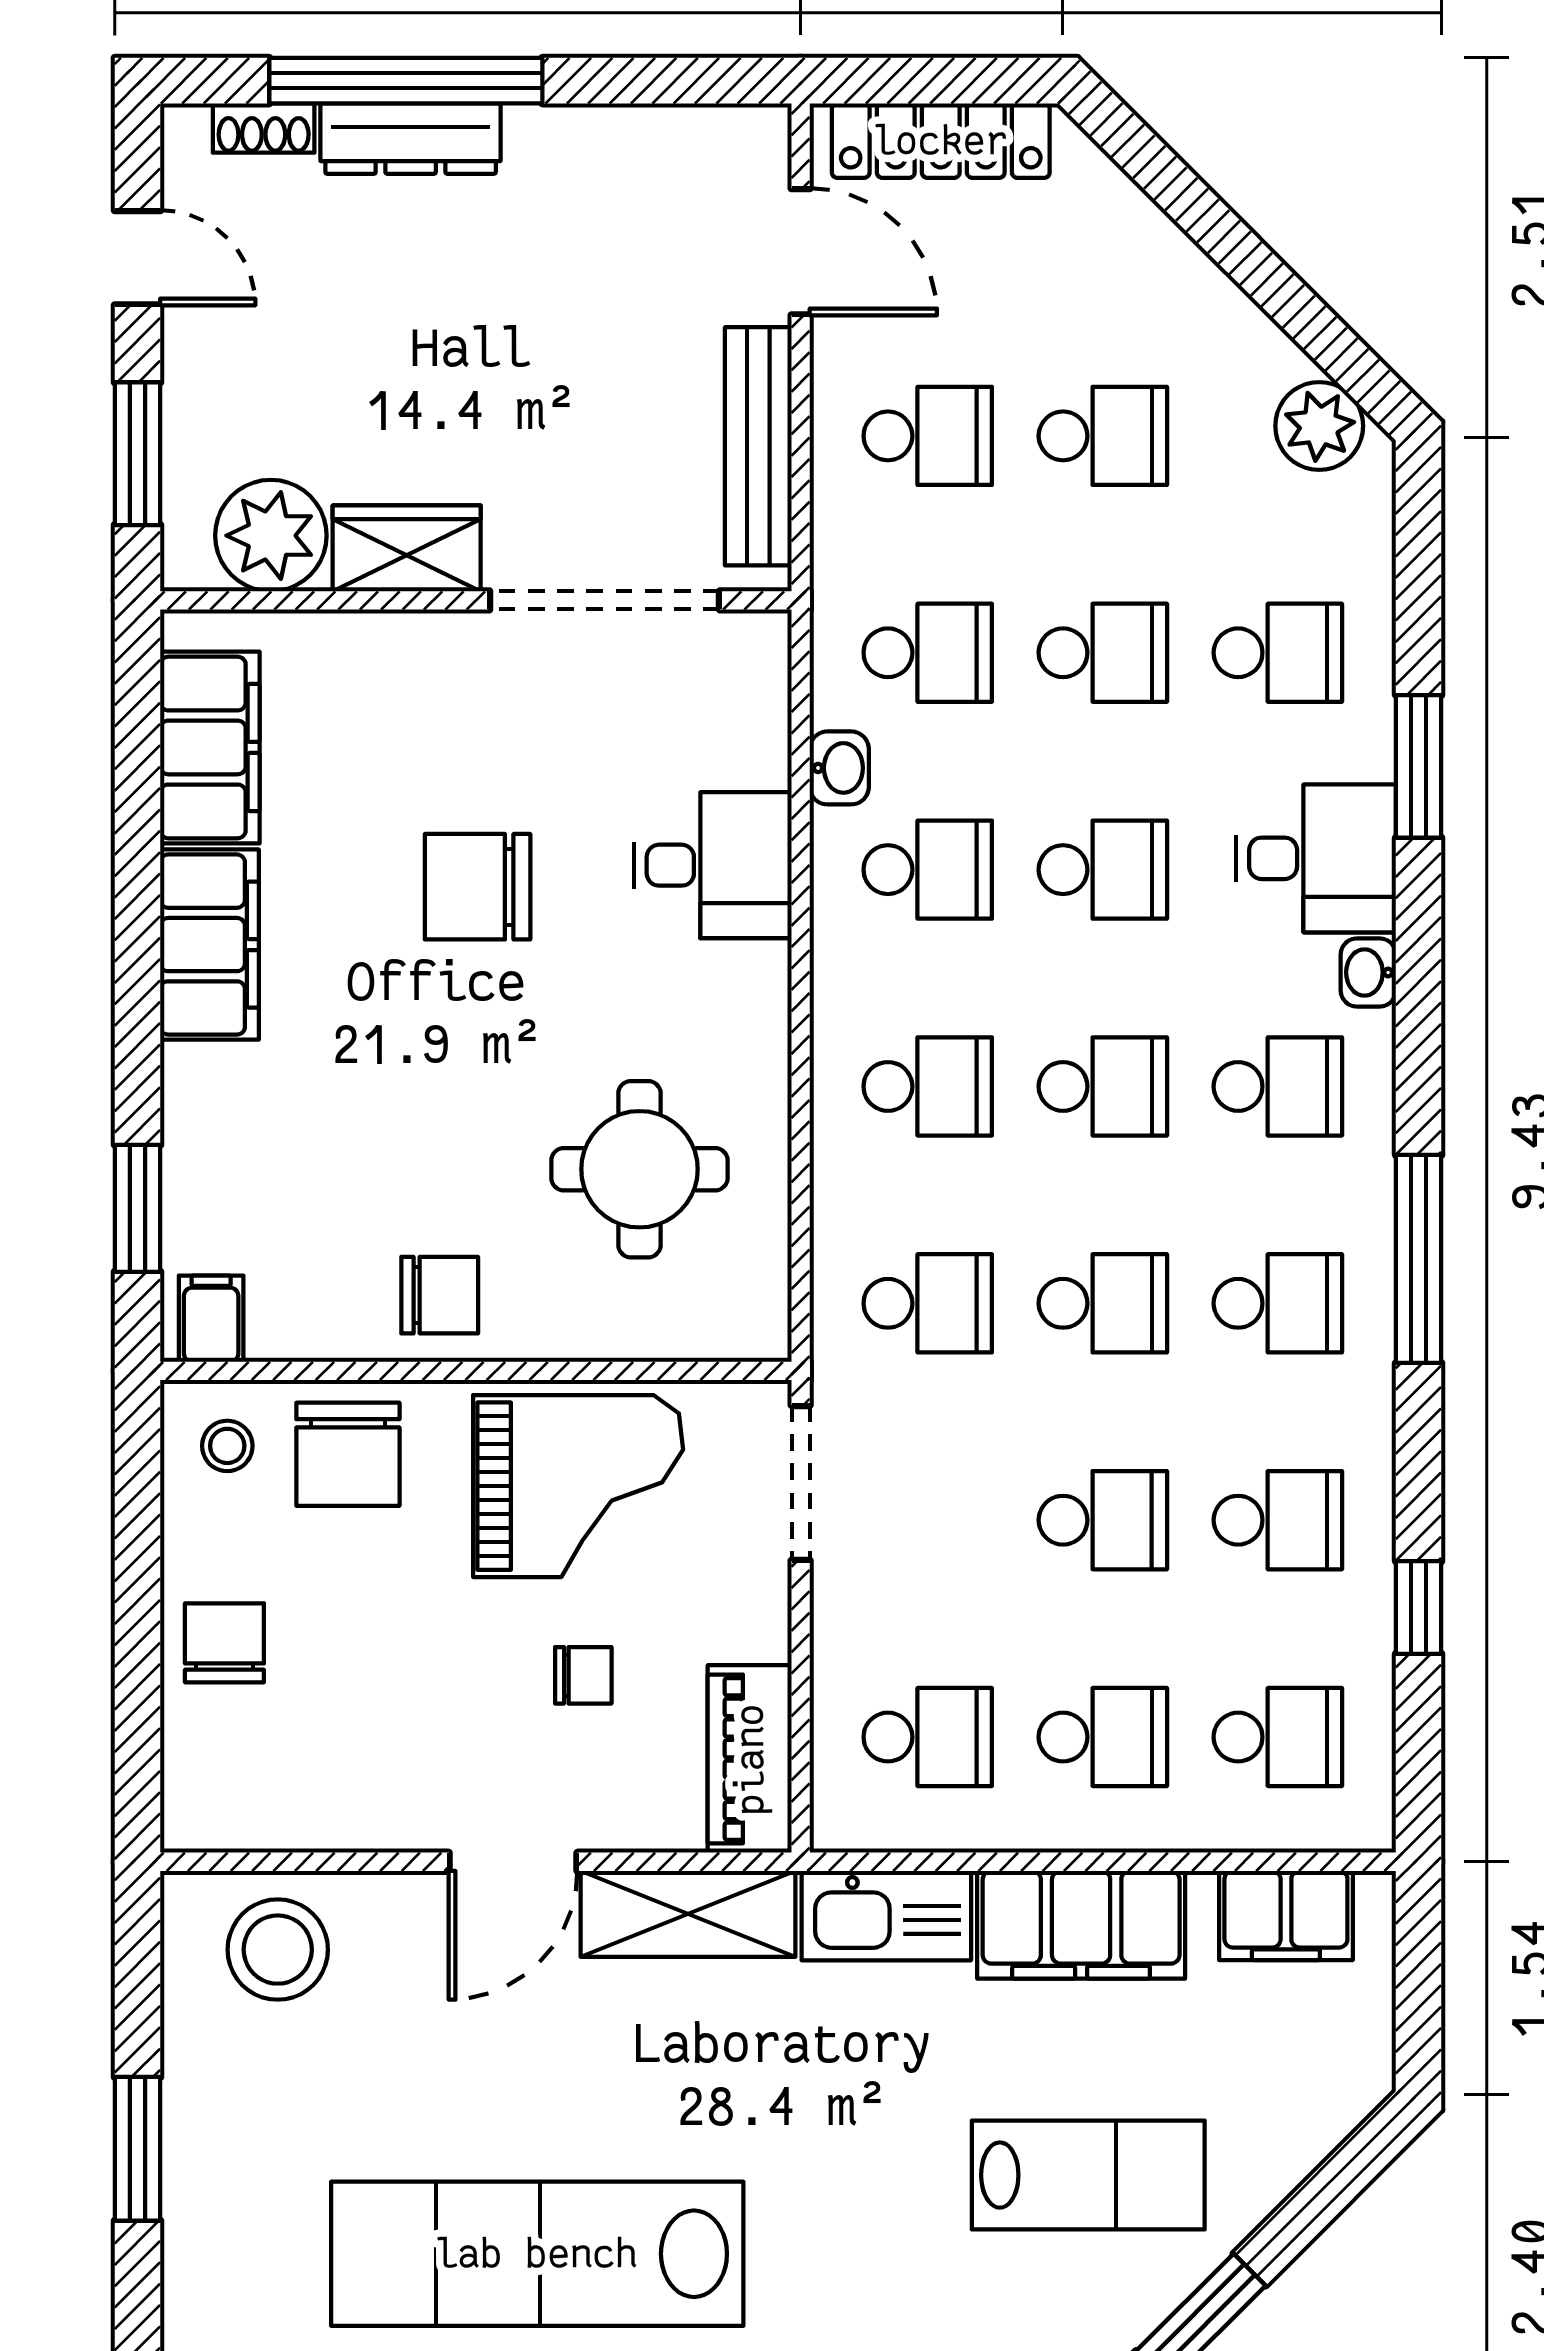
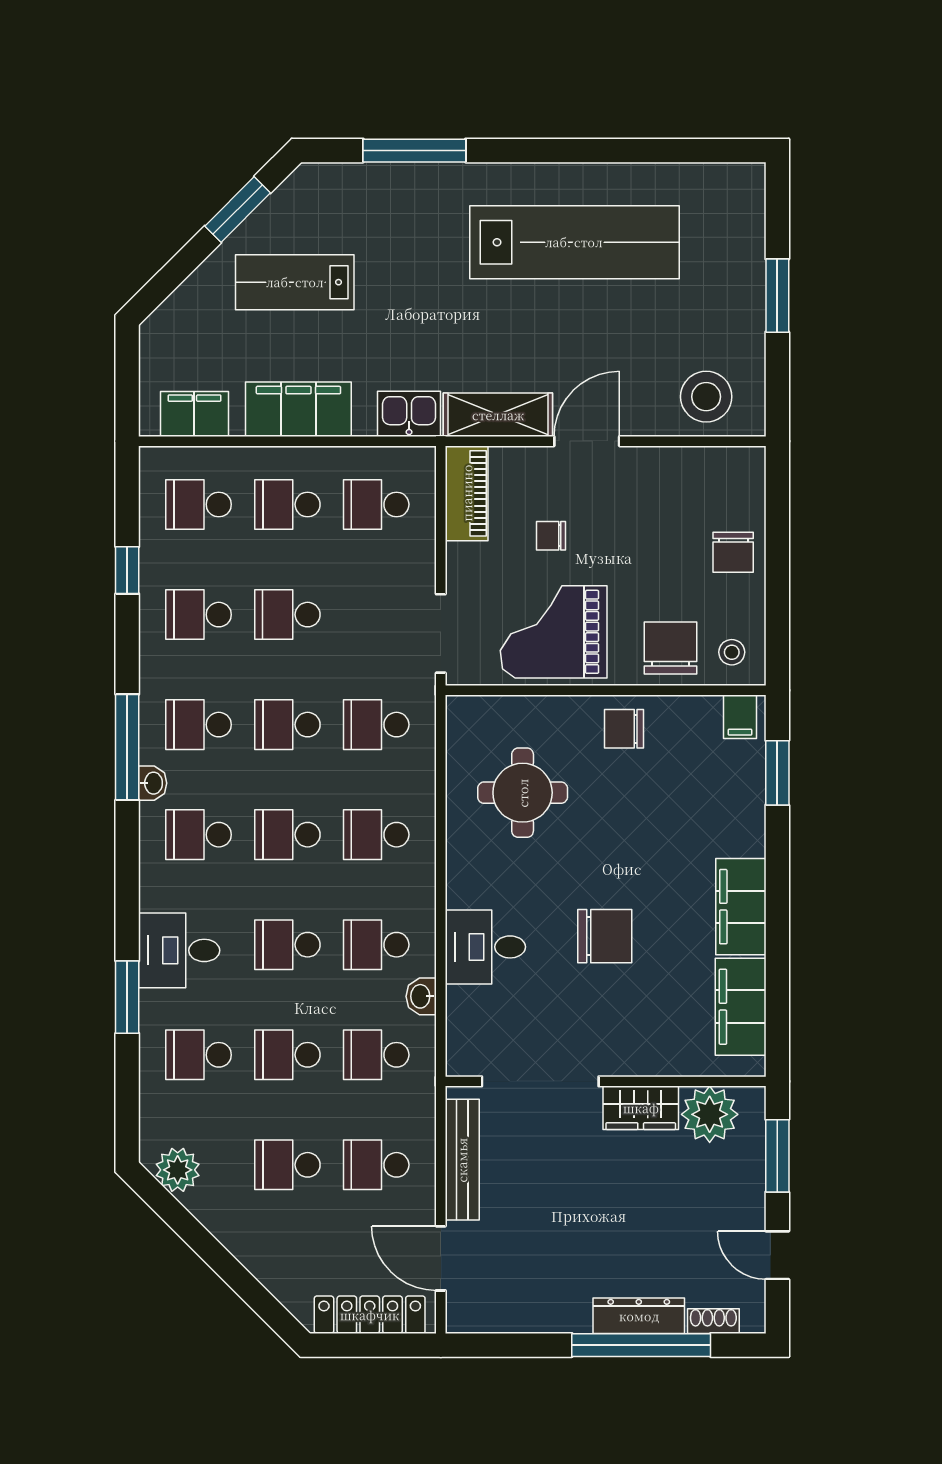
washbasin: (1368, 973) -> (153, 783), moved
kitchen sink: (886, 1916) -> (409, 414), width x0.73

